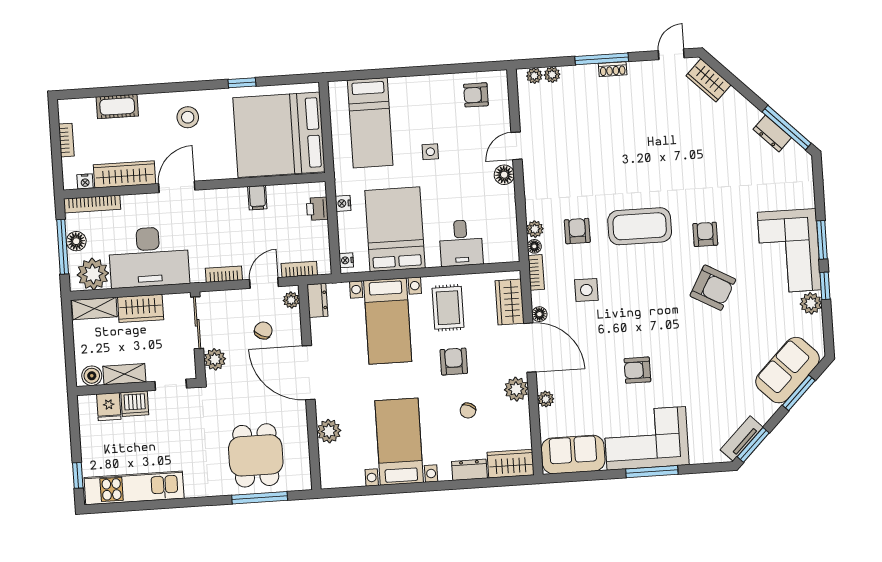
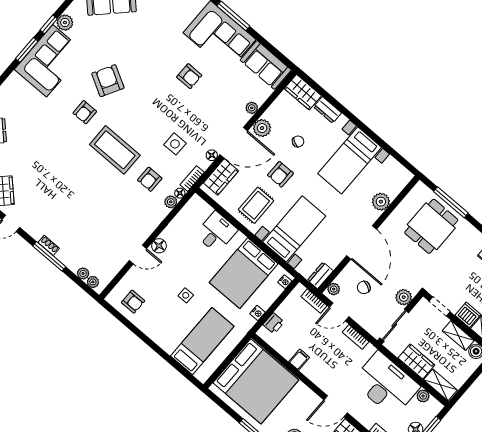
plant: (93, 274) -> (423, 396), width x0.53, depth x0.53
door: (530, 348) -> (234, 143), swing flipped

